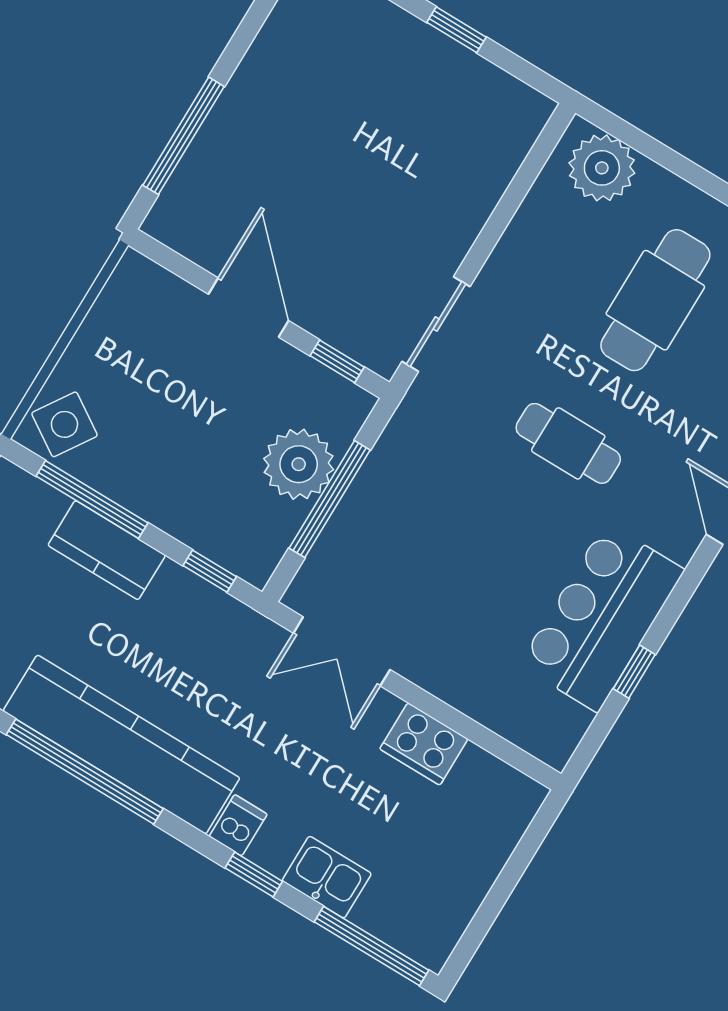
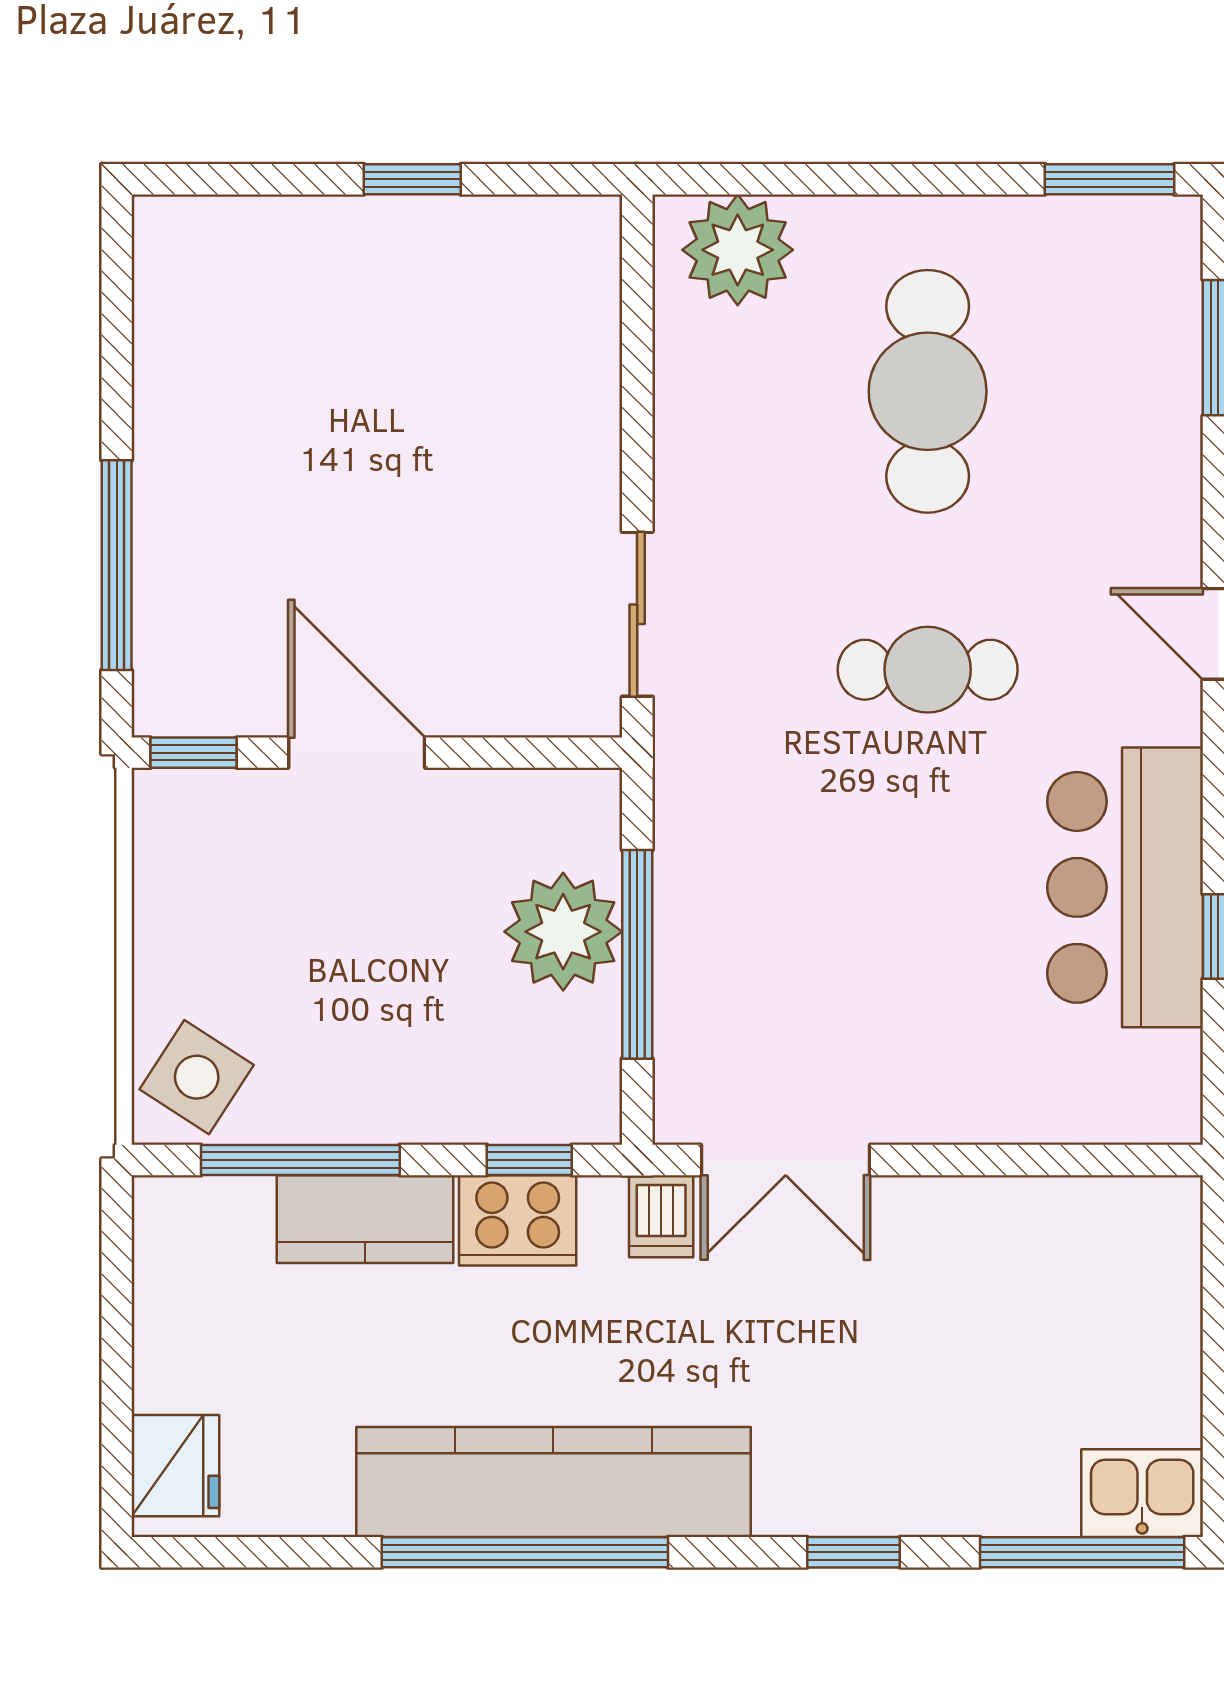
window: (337, 361) -> (193, 753), moved
cooker: (424, 744) -> (518, 1220), moved
dishwasher: (238, 825) -> (661, 1216), moved, turned 180
kitchen sink: (327, 877) -> (1142, 1493), moved

